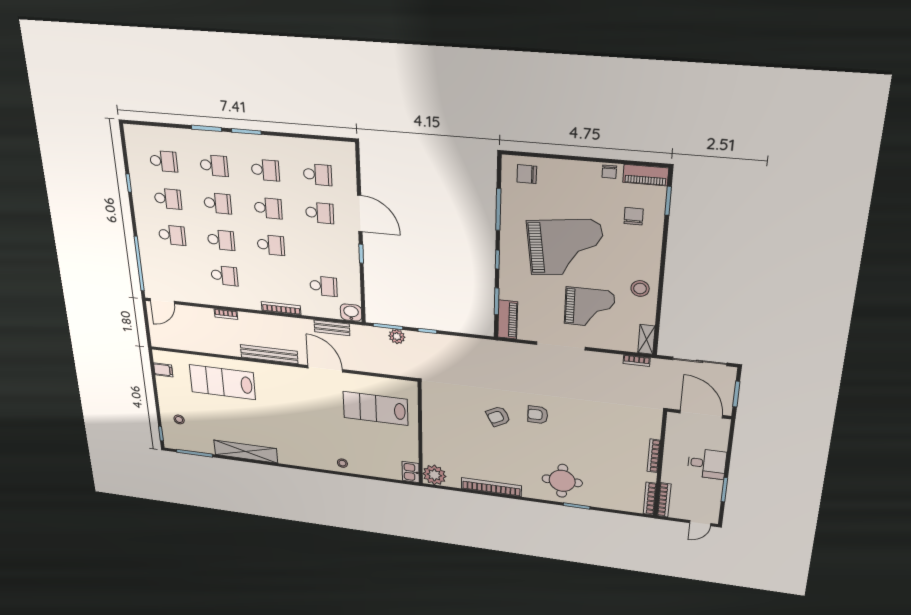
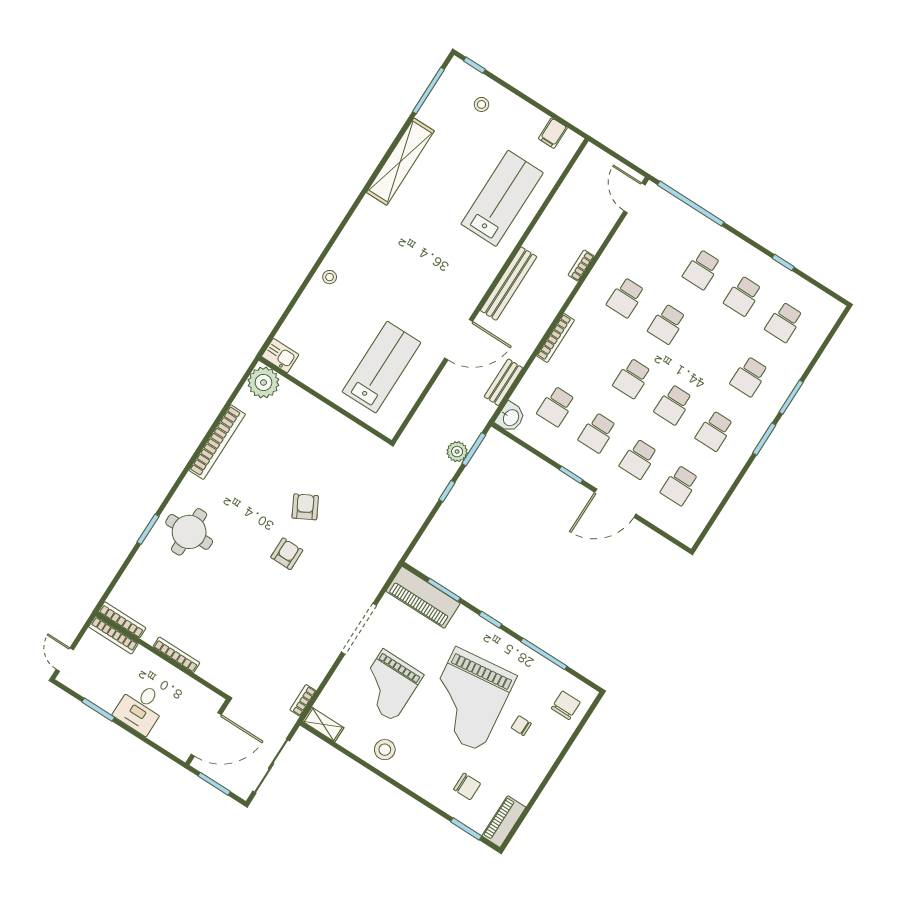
chair: (609, 172) -> (521, 726), moved
school desk: (218, 203) -> (597, 433), moved
piano: (508, 320) -> (423, 597), width x1.37, depth x1.33

